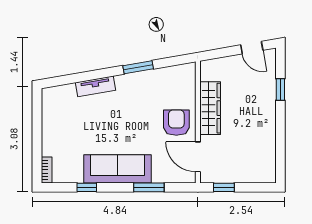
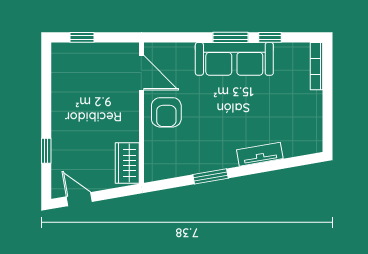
wardrobe: (210, 108) -> (127, 163), moved, width x0.67
bookcase: (47, 170) -> (316, 66), width x1.56
window: (149, 187) -> (231, 37), moved
window: (224, 187) -> (82, 37), moved

